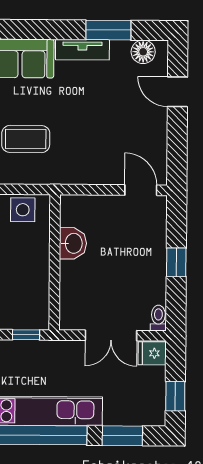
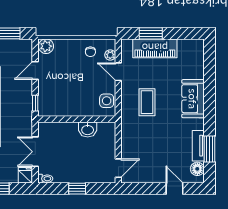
tv unit: (82, 50) -> (198, 146), moved
door: (177, 92) -> (175, 189), hinge flipped

